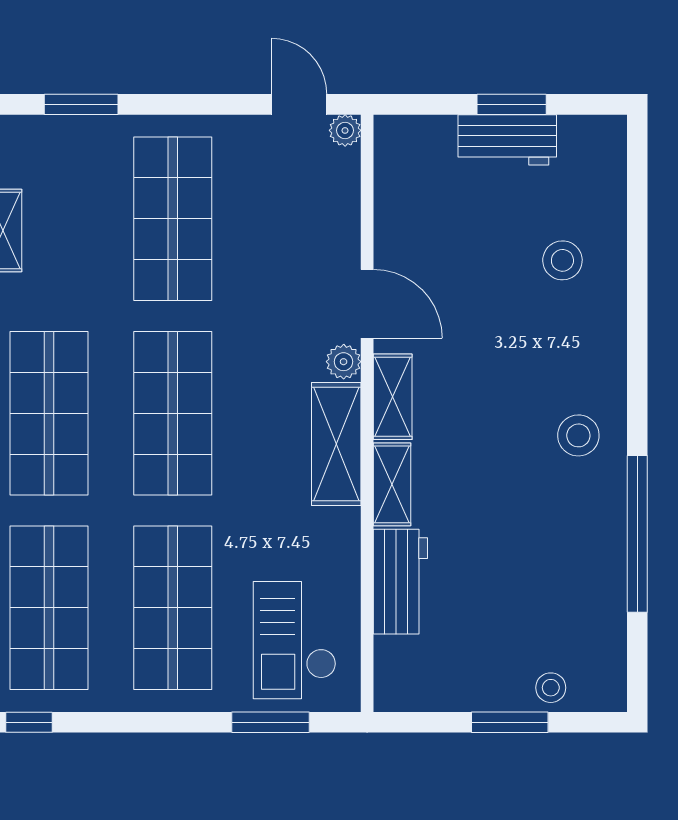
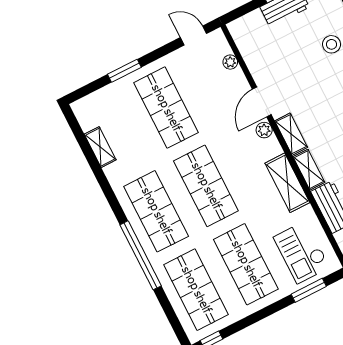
window: (81, 104) -> (124, 71), moved
plant: (345, 130) -> (230, 62), moved
door: (367, 304) -> (262, 102), swing flipped
shelving: (336, 444) -> (287, 183), moved

